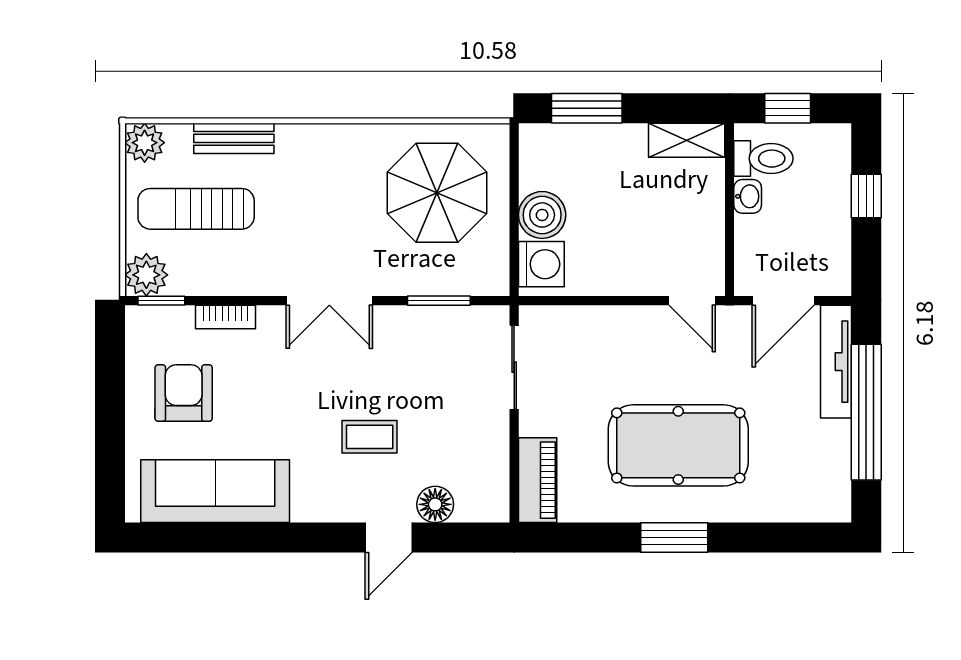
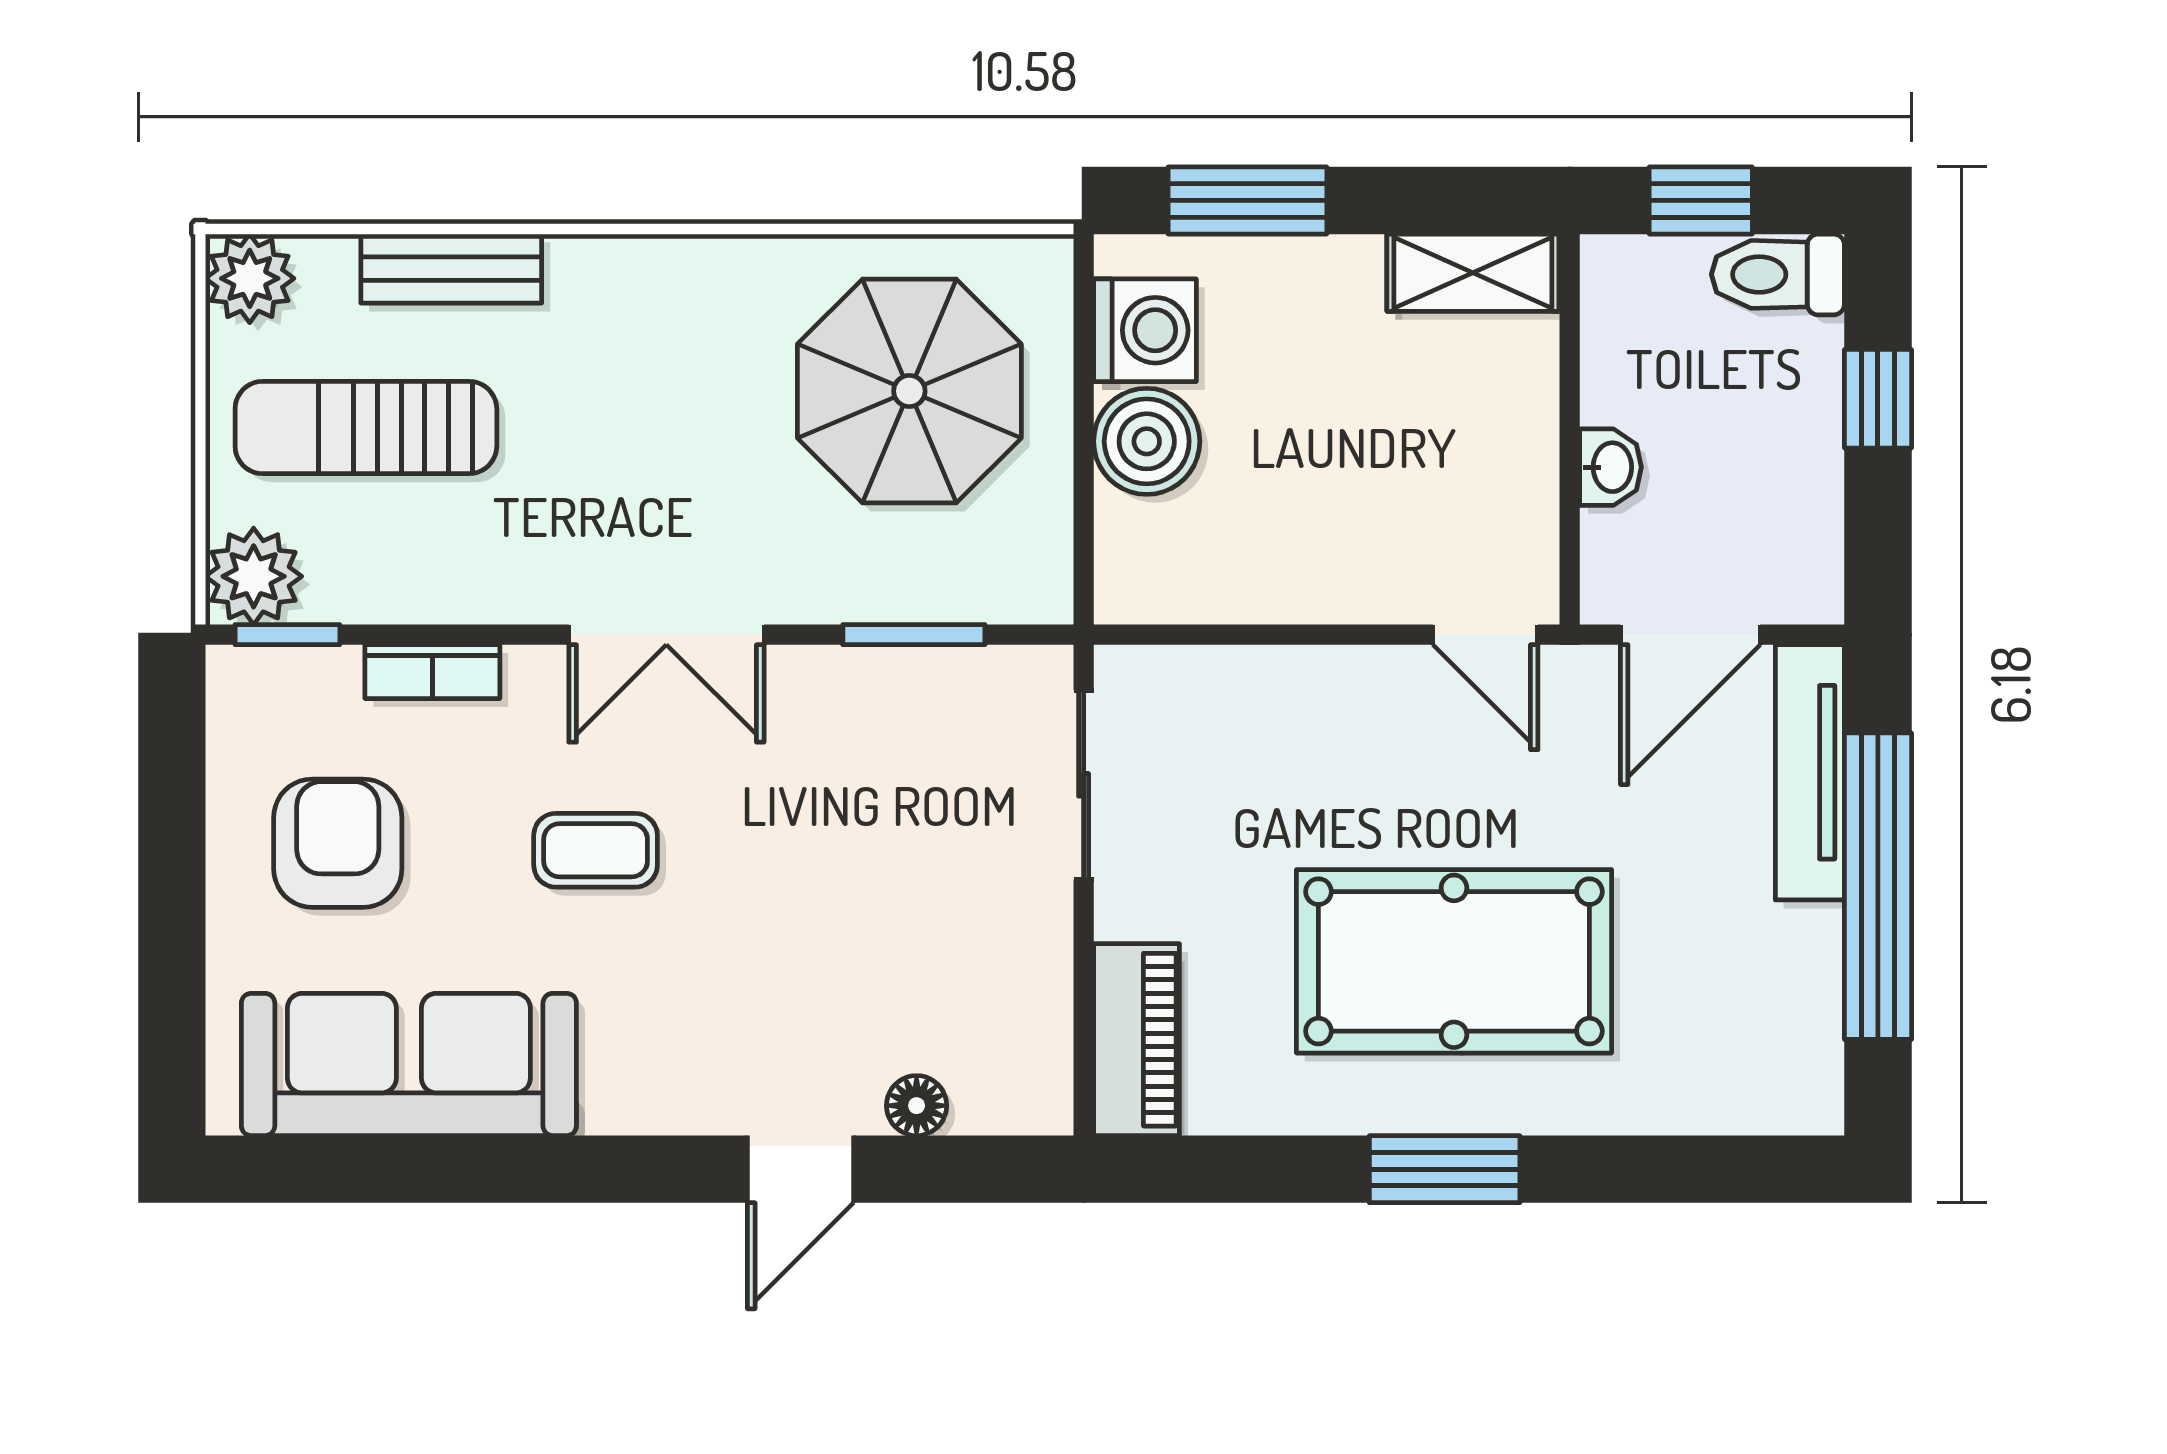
toilet: (763, 159) -> (1778, 274), moved, turned 180
washbasin: (748, 196) -> (1611, 467), moved
washing machine: (541, 264) -> (1145, 330), moved
coffee table: (370, 437) -> (596, 850), moved
floor lamp: (435, 504) -> (917, 1106), width x0.73, depth x0.73

